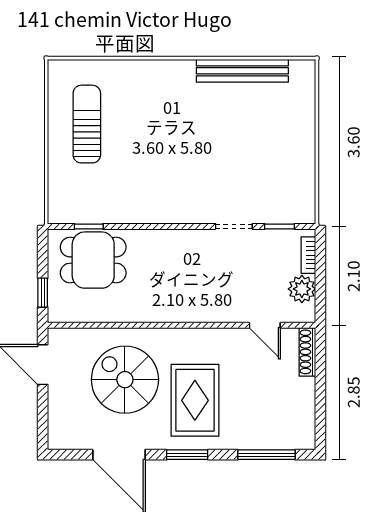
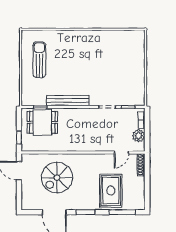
bench: (242, 71) -> (68, 101), moved
door: (265, 325) -> (121, 153), hinge flipped
spiral stairs: (125, 380) -> (57, 178), turned -90
rug: (195, 400) -> (111, 191), moved

